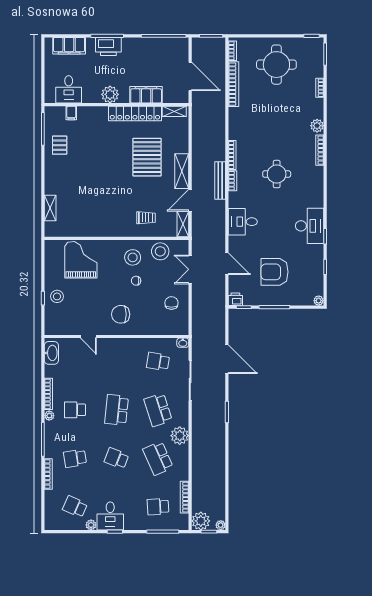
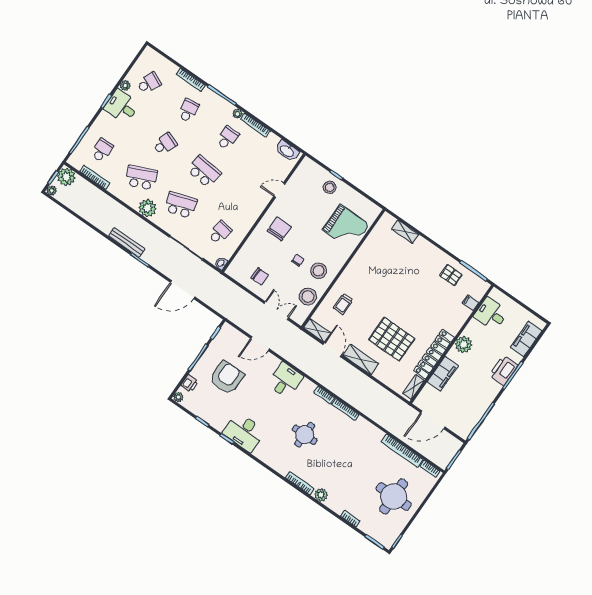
bench: (220, 181) -> (127, 242), moved
printer: (235, 299) -> (190, 383), moved

